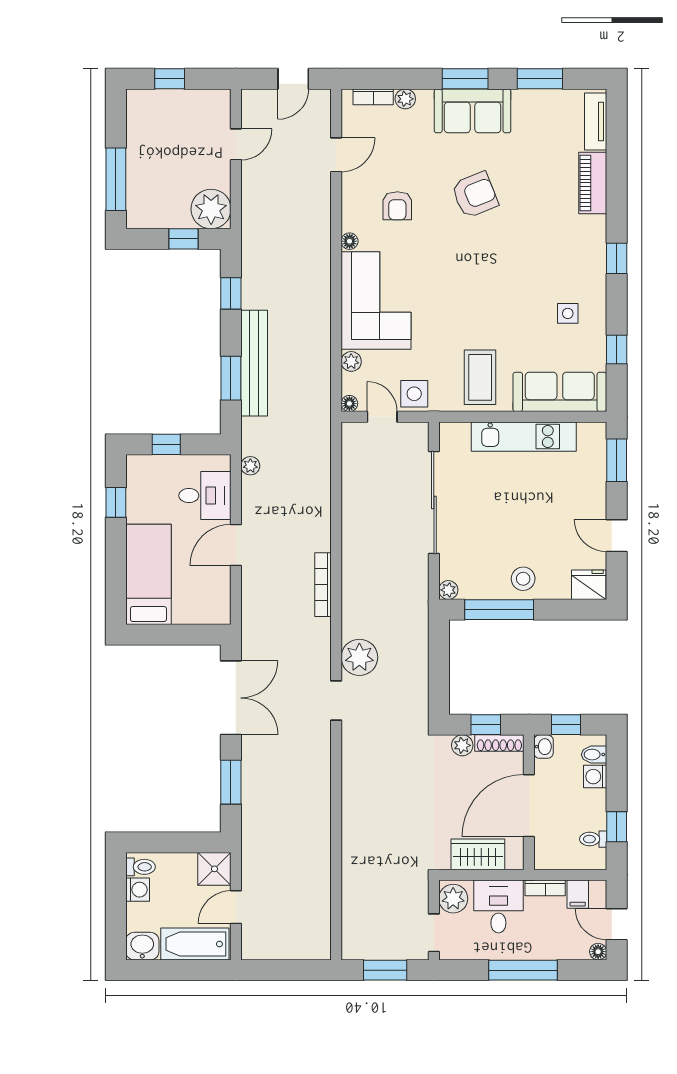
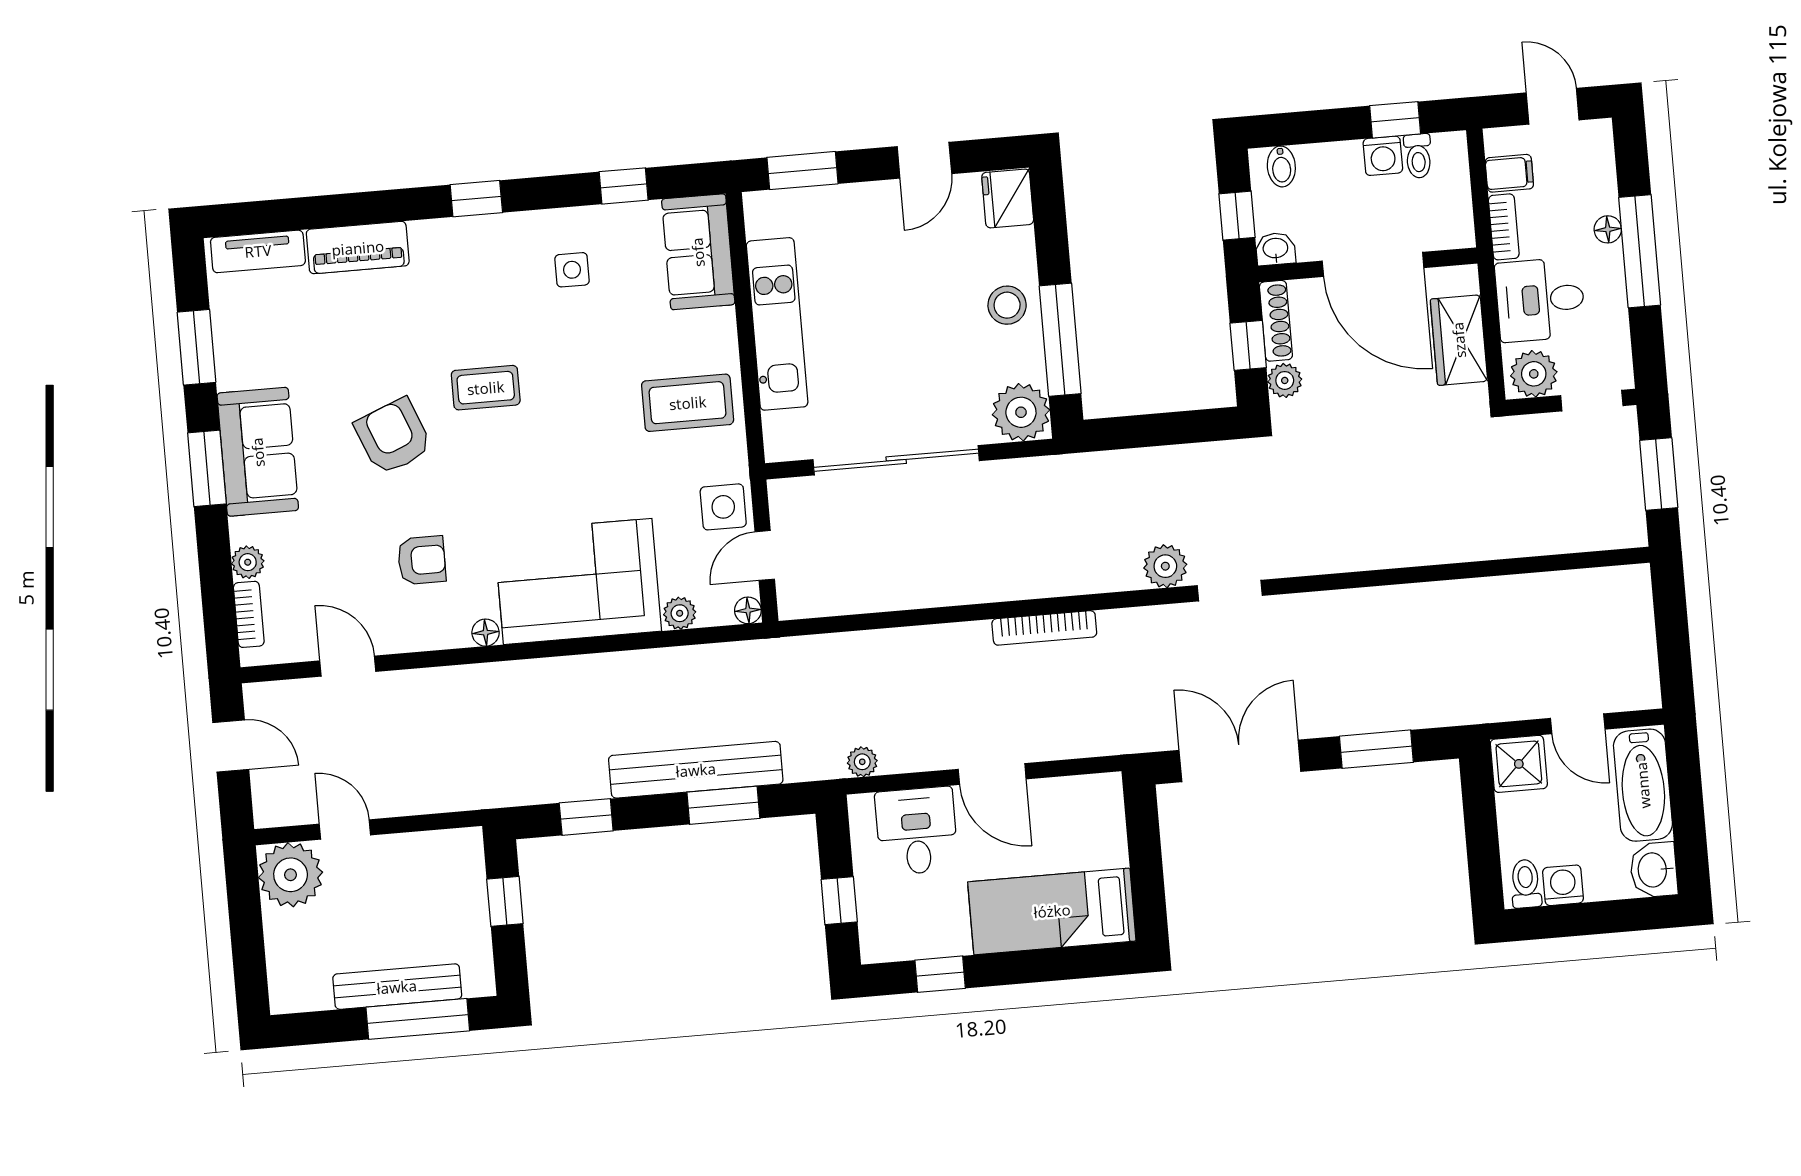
window: (170, 79) -> (248, 946), removed
bench: (137, 168) -> (397, 987), added
plant: (211, 209) -> (291, 875), moved
coffee table: (500, 254) -> (486, 388), added
sofa: (560, 392) -> (698, 252), width x0.73
plant: (448, 590) -> (1021, 412), width x1.87, depth x1.87
plant: (359, 657) -> (1165, 566), width x0.73, depth x0.73
washing machine: (595, 777) -> (1383, 156), moved
door: (617, 924) -> (1553, 106), swing flipped
floor lamp: (598, 952) -> (1608, 229), moved

